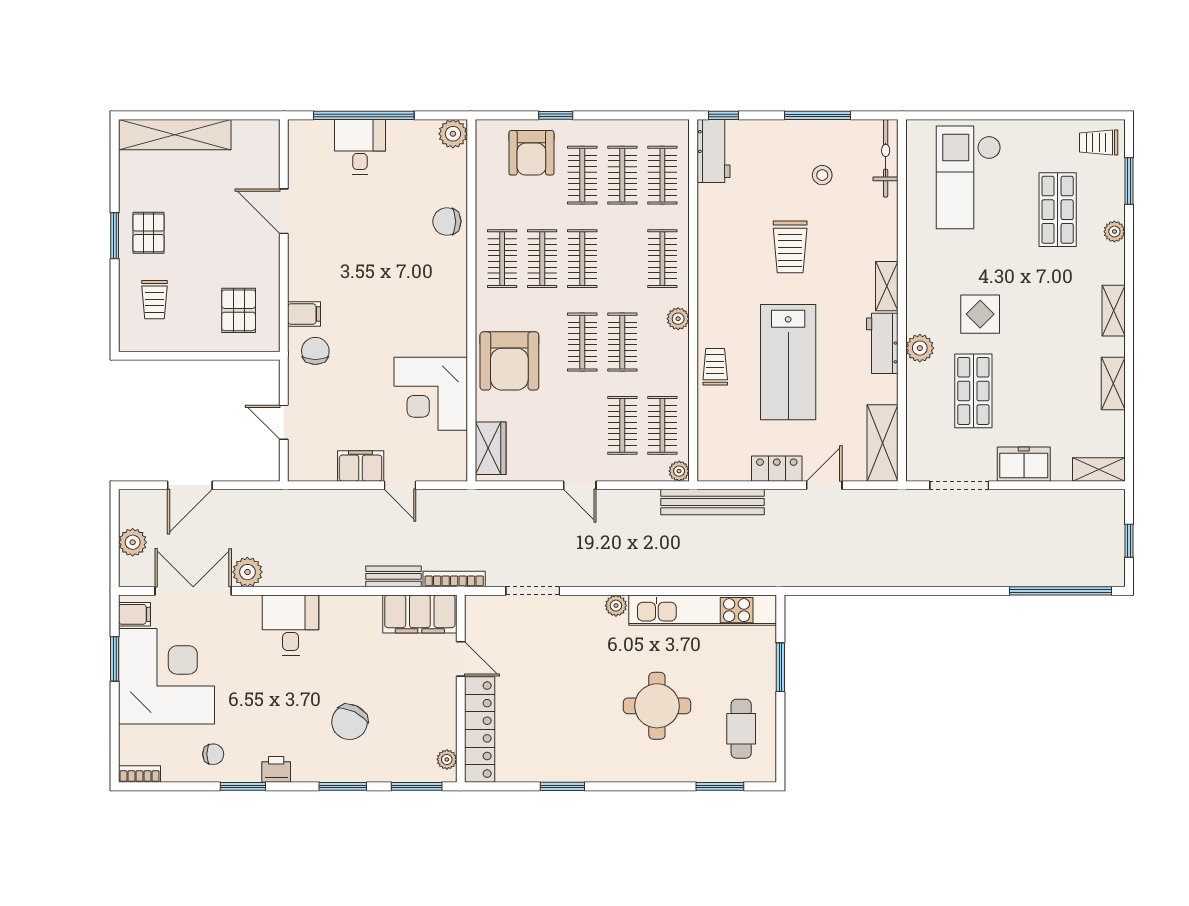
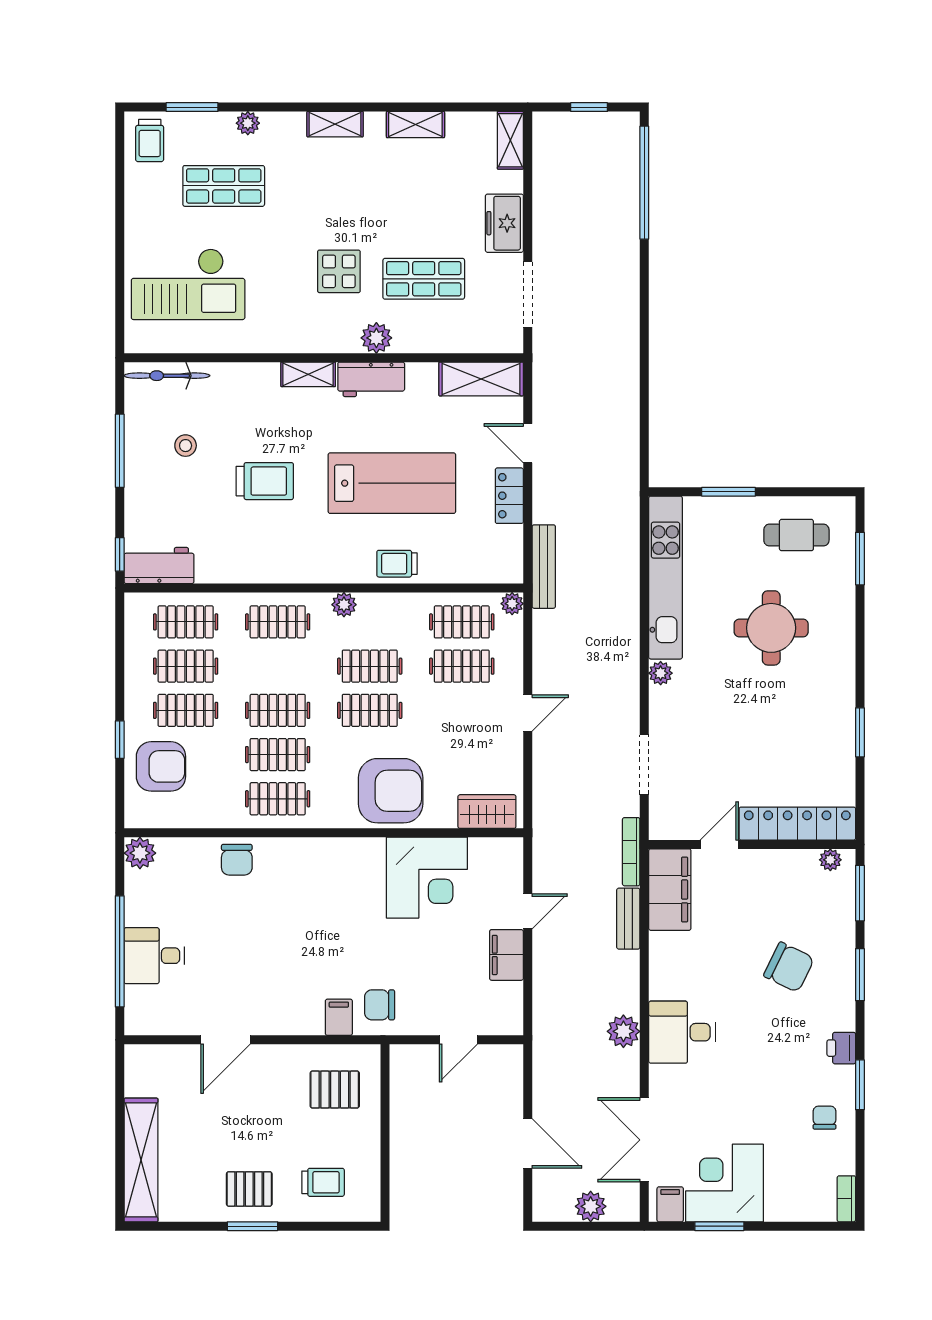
bench: (713, 502) -> (544, 567), width x0.73, depth x0.82
plant: (247, 572) -> (623, 1031), moved
corner desk: (167, 676) -> (724, 1183), width x0.74, depth x0.74

